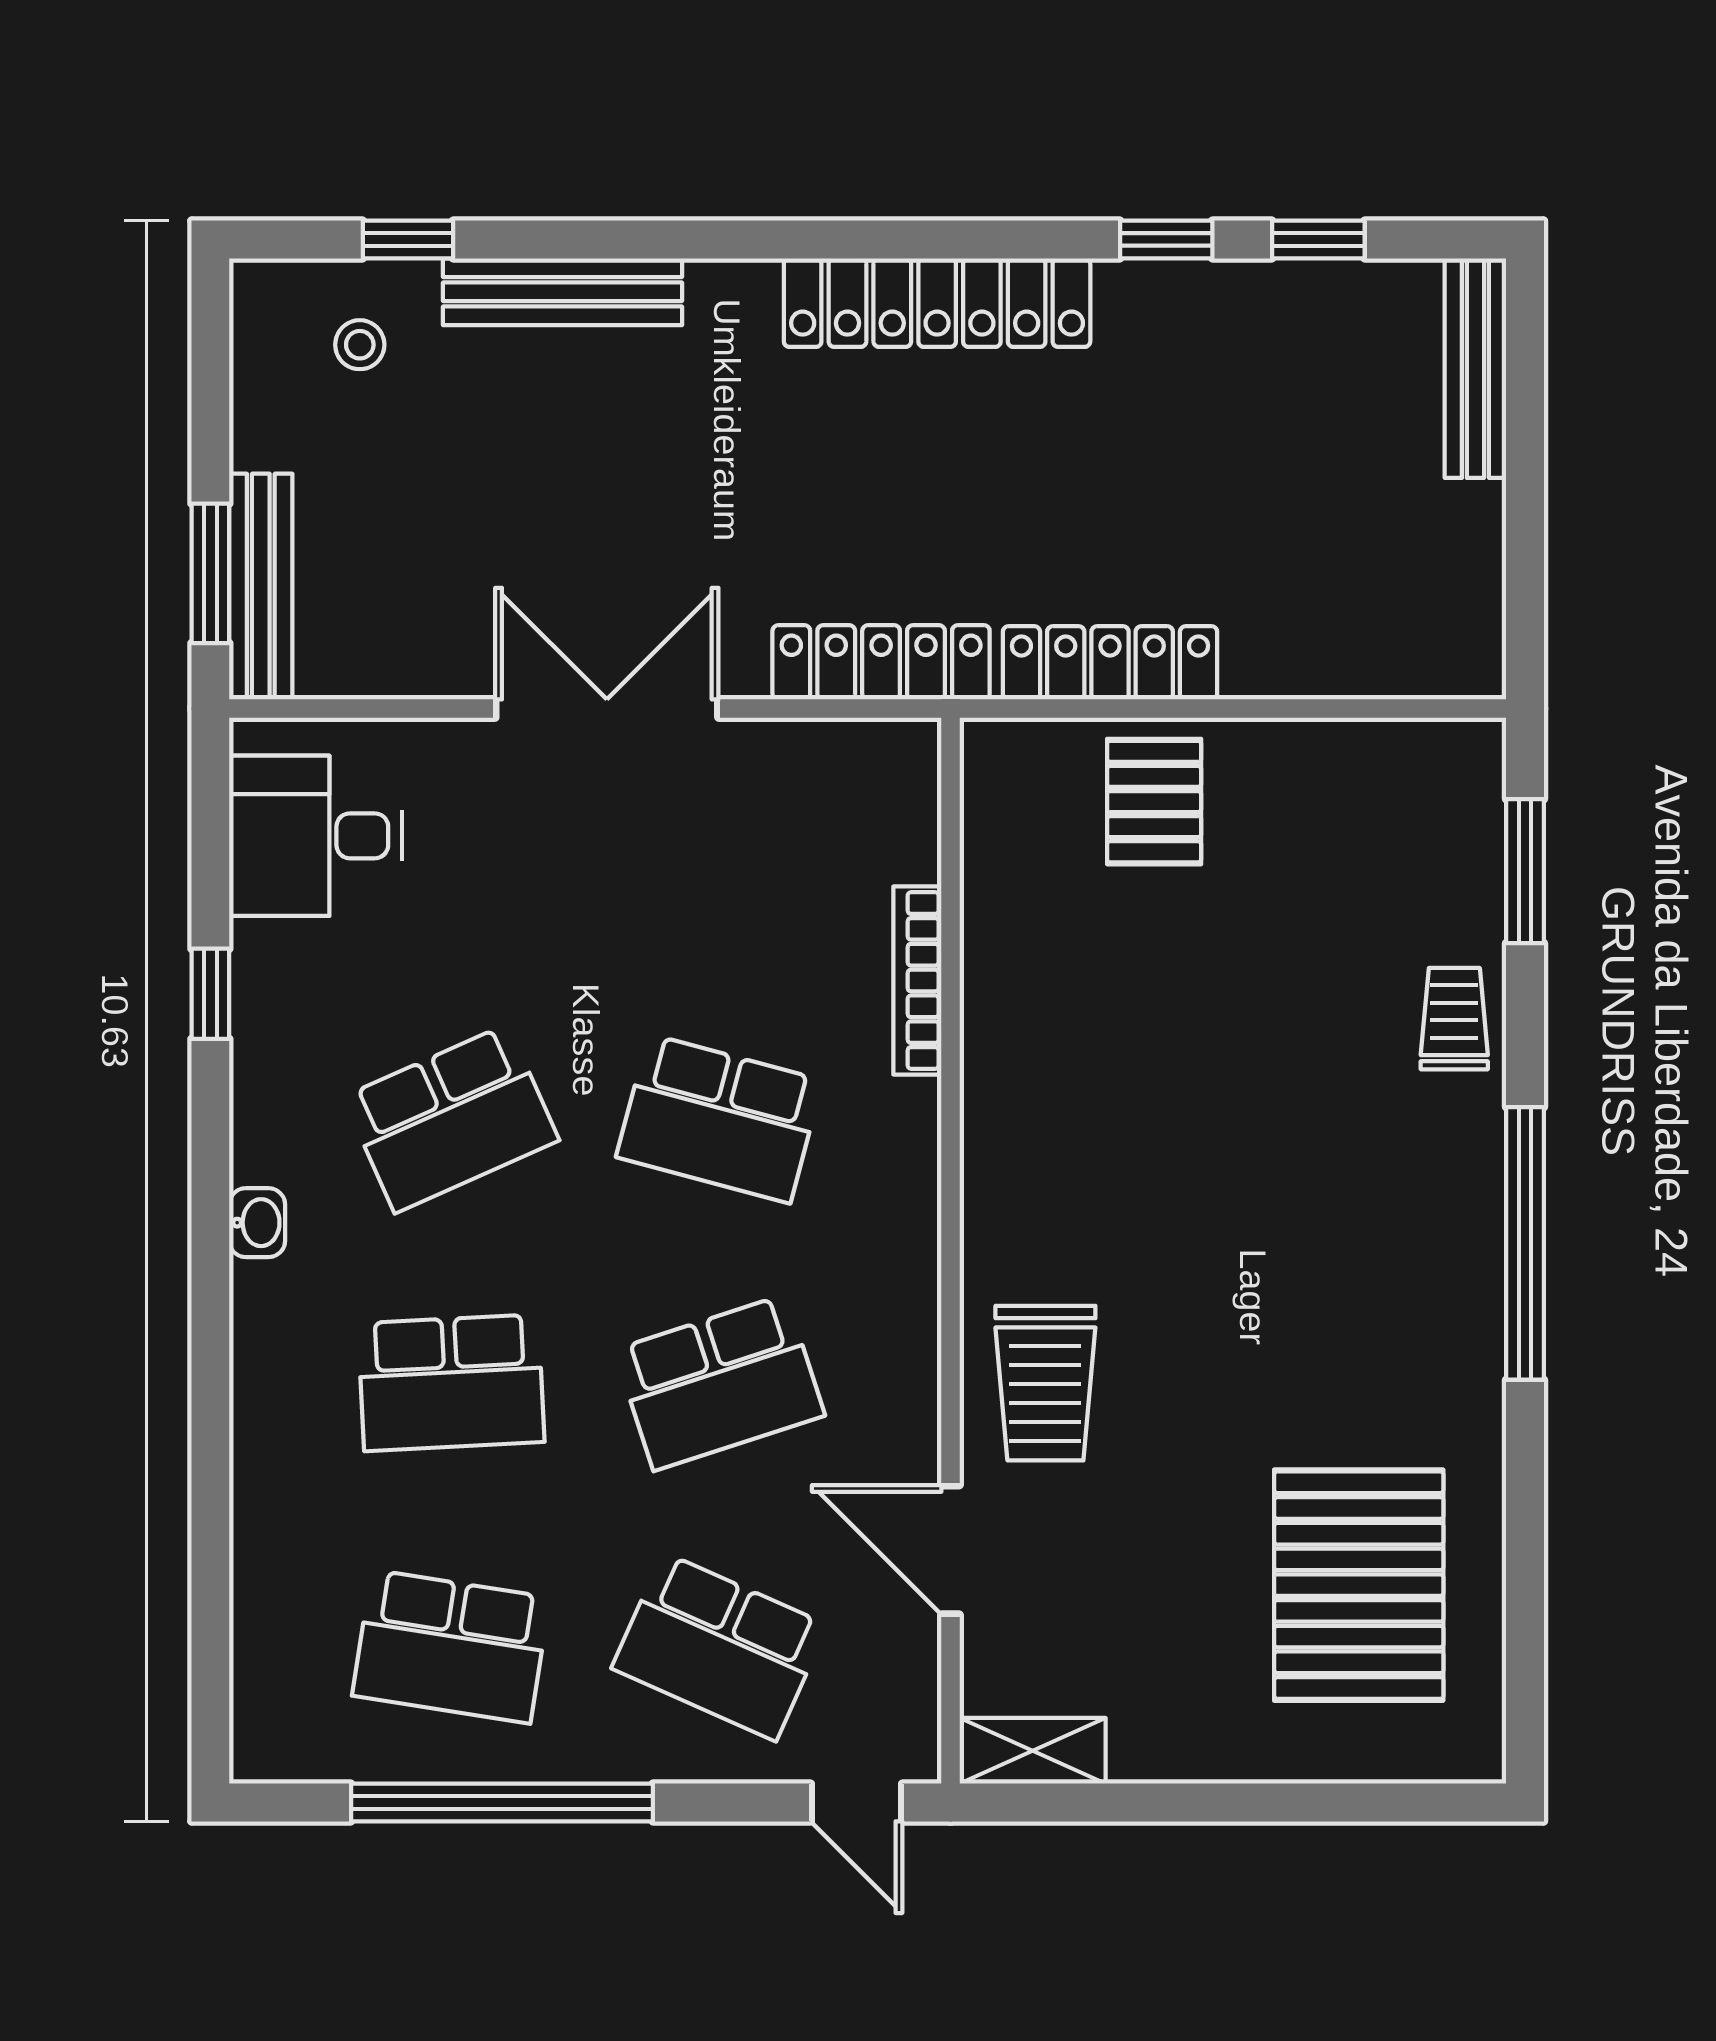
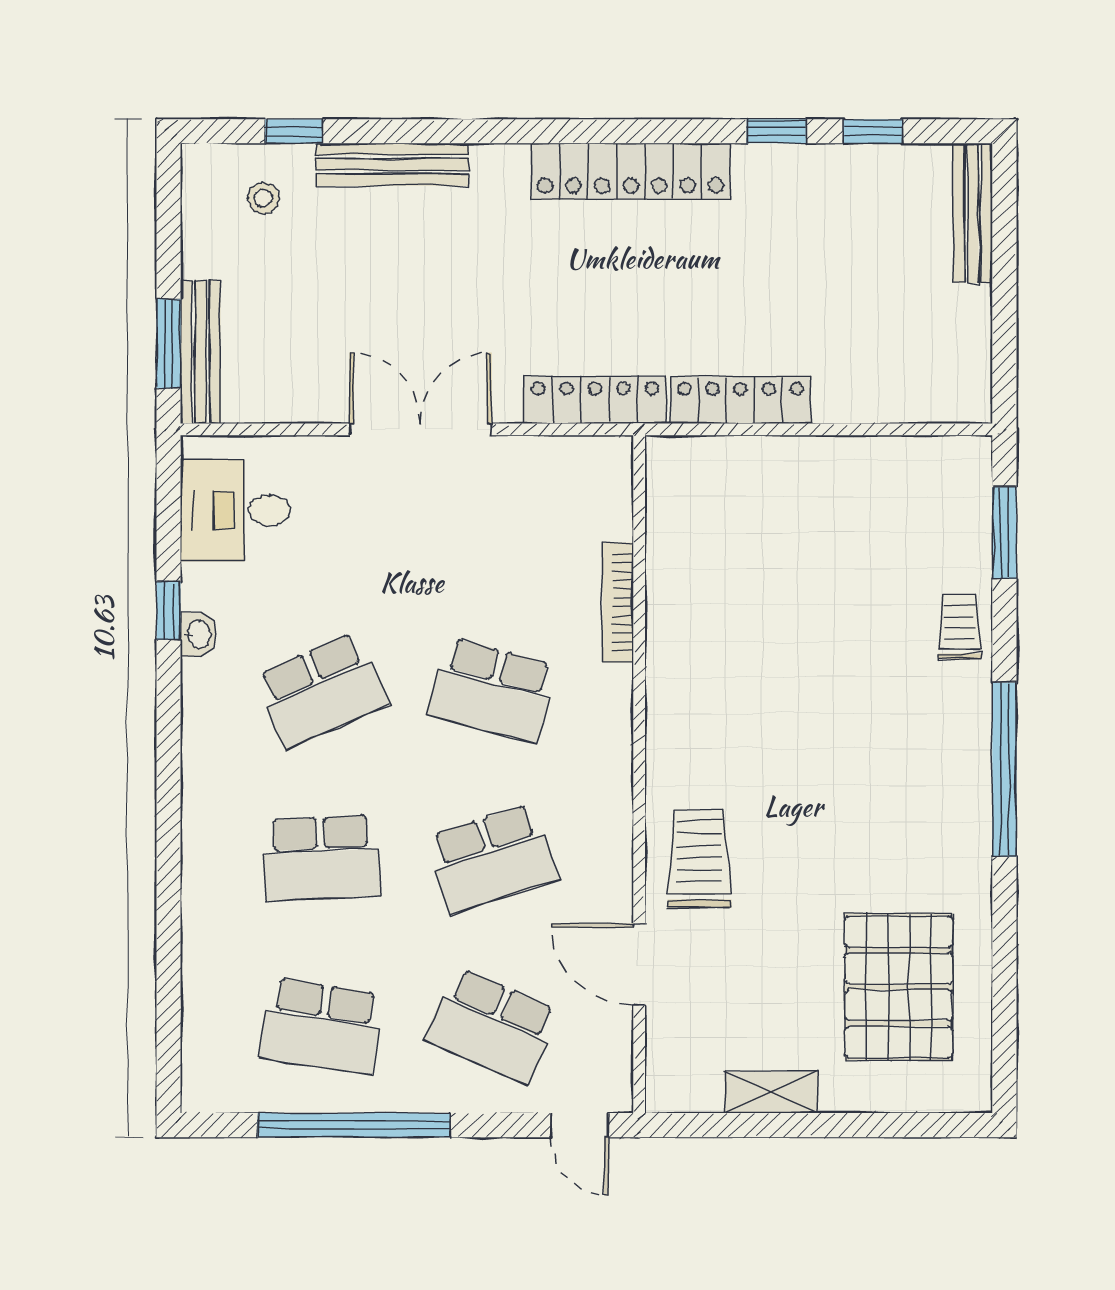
pallet: (1154, 802) -> (769, 489), removed
washbasin: (257, 1223) -> (198, 634), moved
trolley: (1045, 1383) -> (699, 858), turned 180
shelving: (1033, 1751) -> (771, 1092), moved

